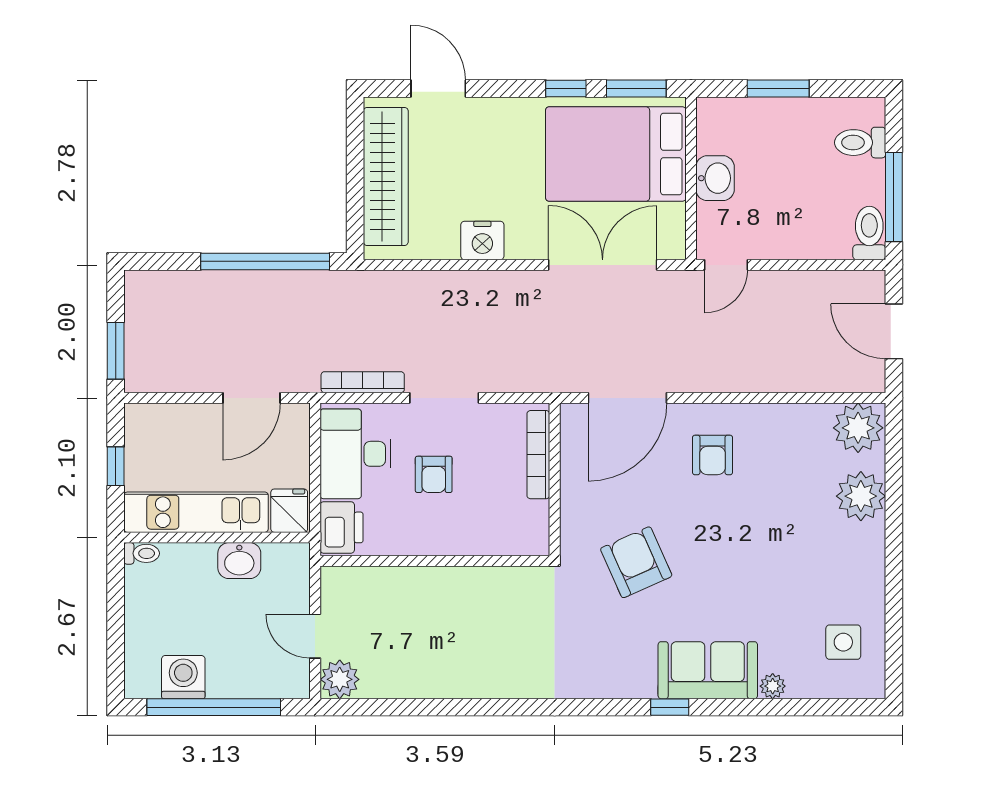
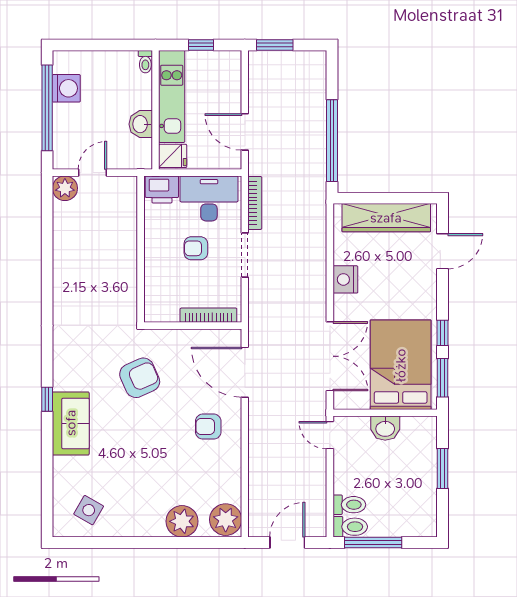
toilet: (860, 143) -> (349, 505), moved, turned 90
side table: (843, 642) -> (89, 510), turned 30
plant: (773, 686) -> (61, 465), removed

